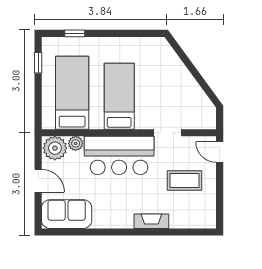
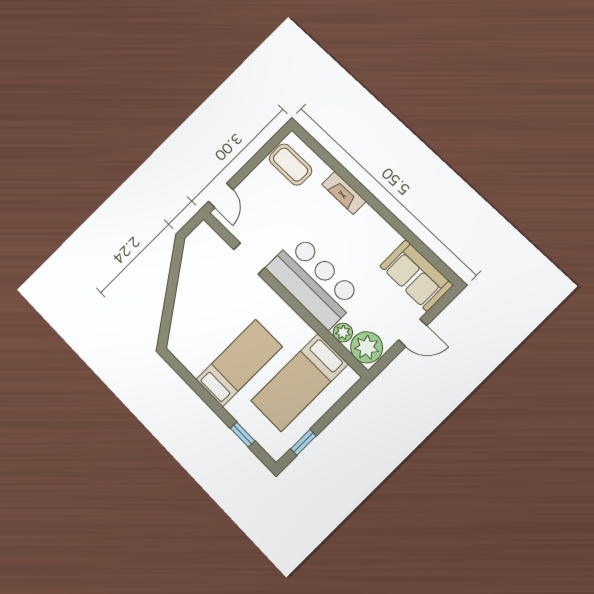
bed: (119, 96) -> (239, 363), moved, turned 180
coffee table: (184, 180) -> (290, 165), moved
door: (38, 181) -> (413, 333), swing flipped

